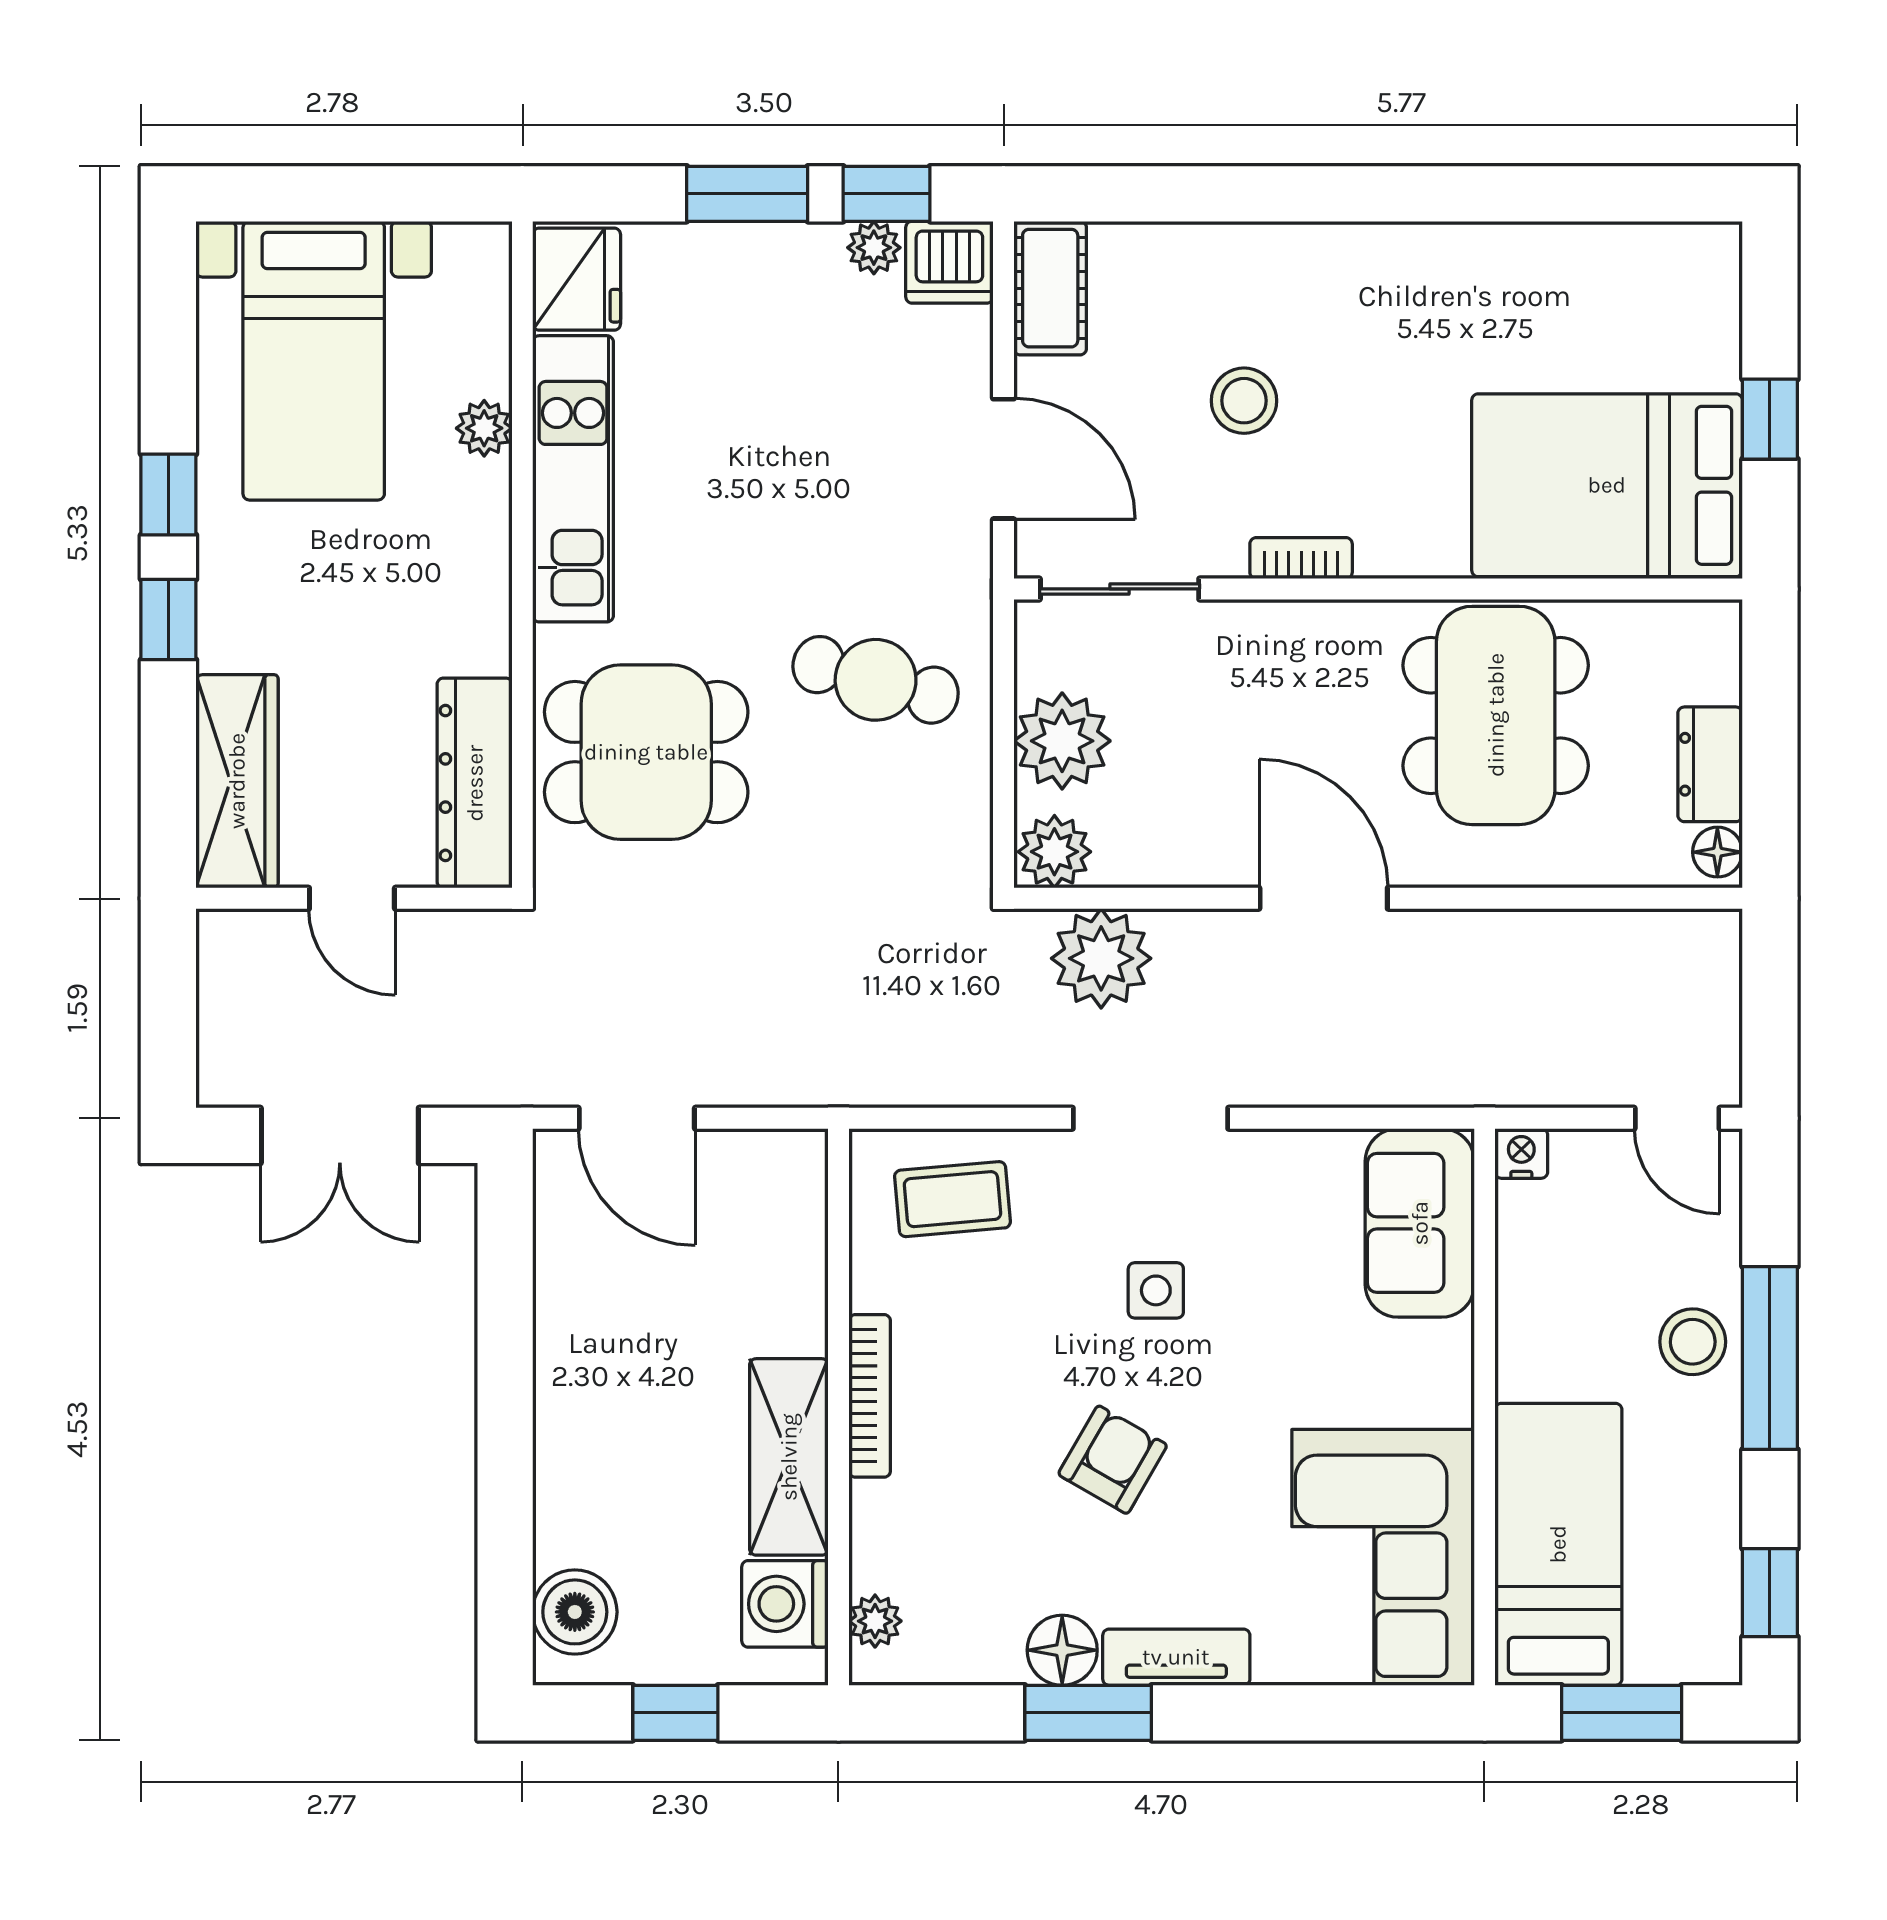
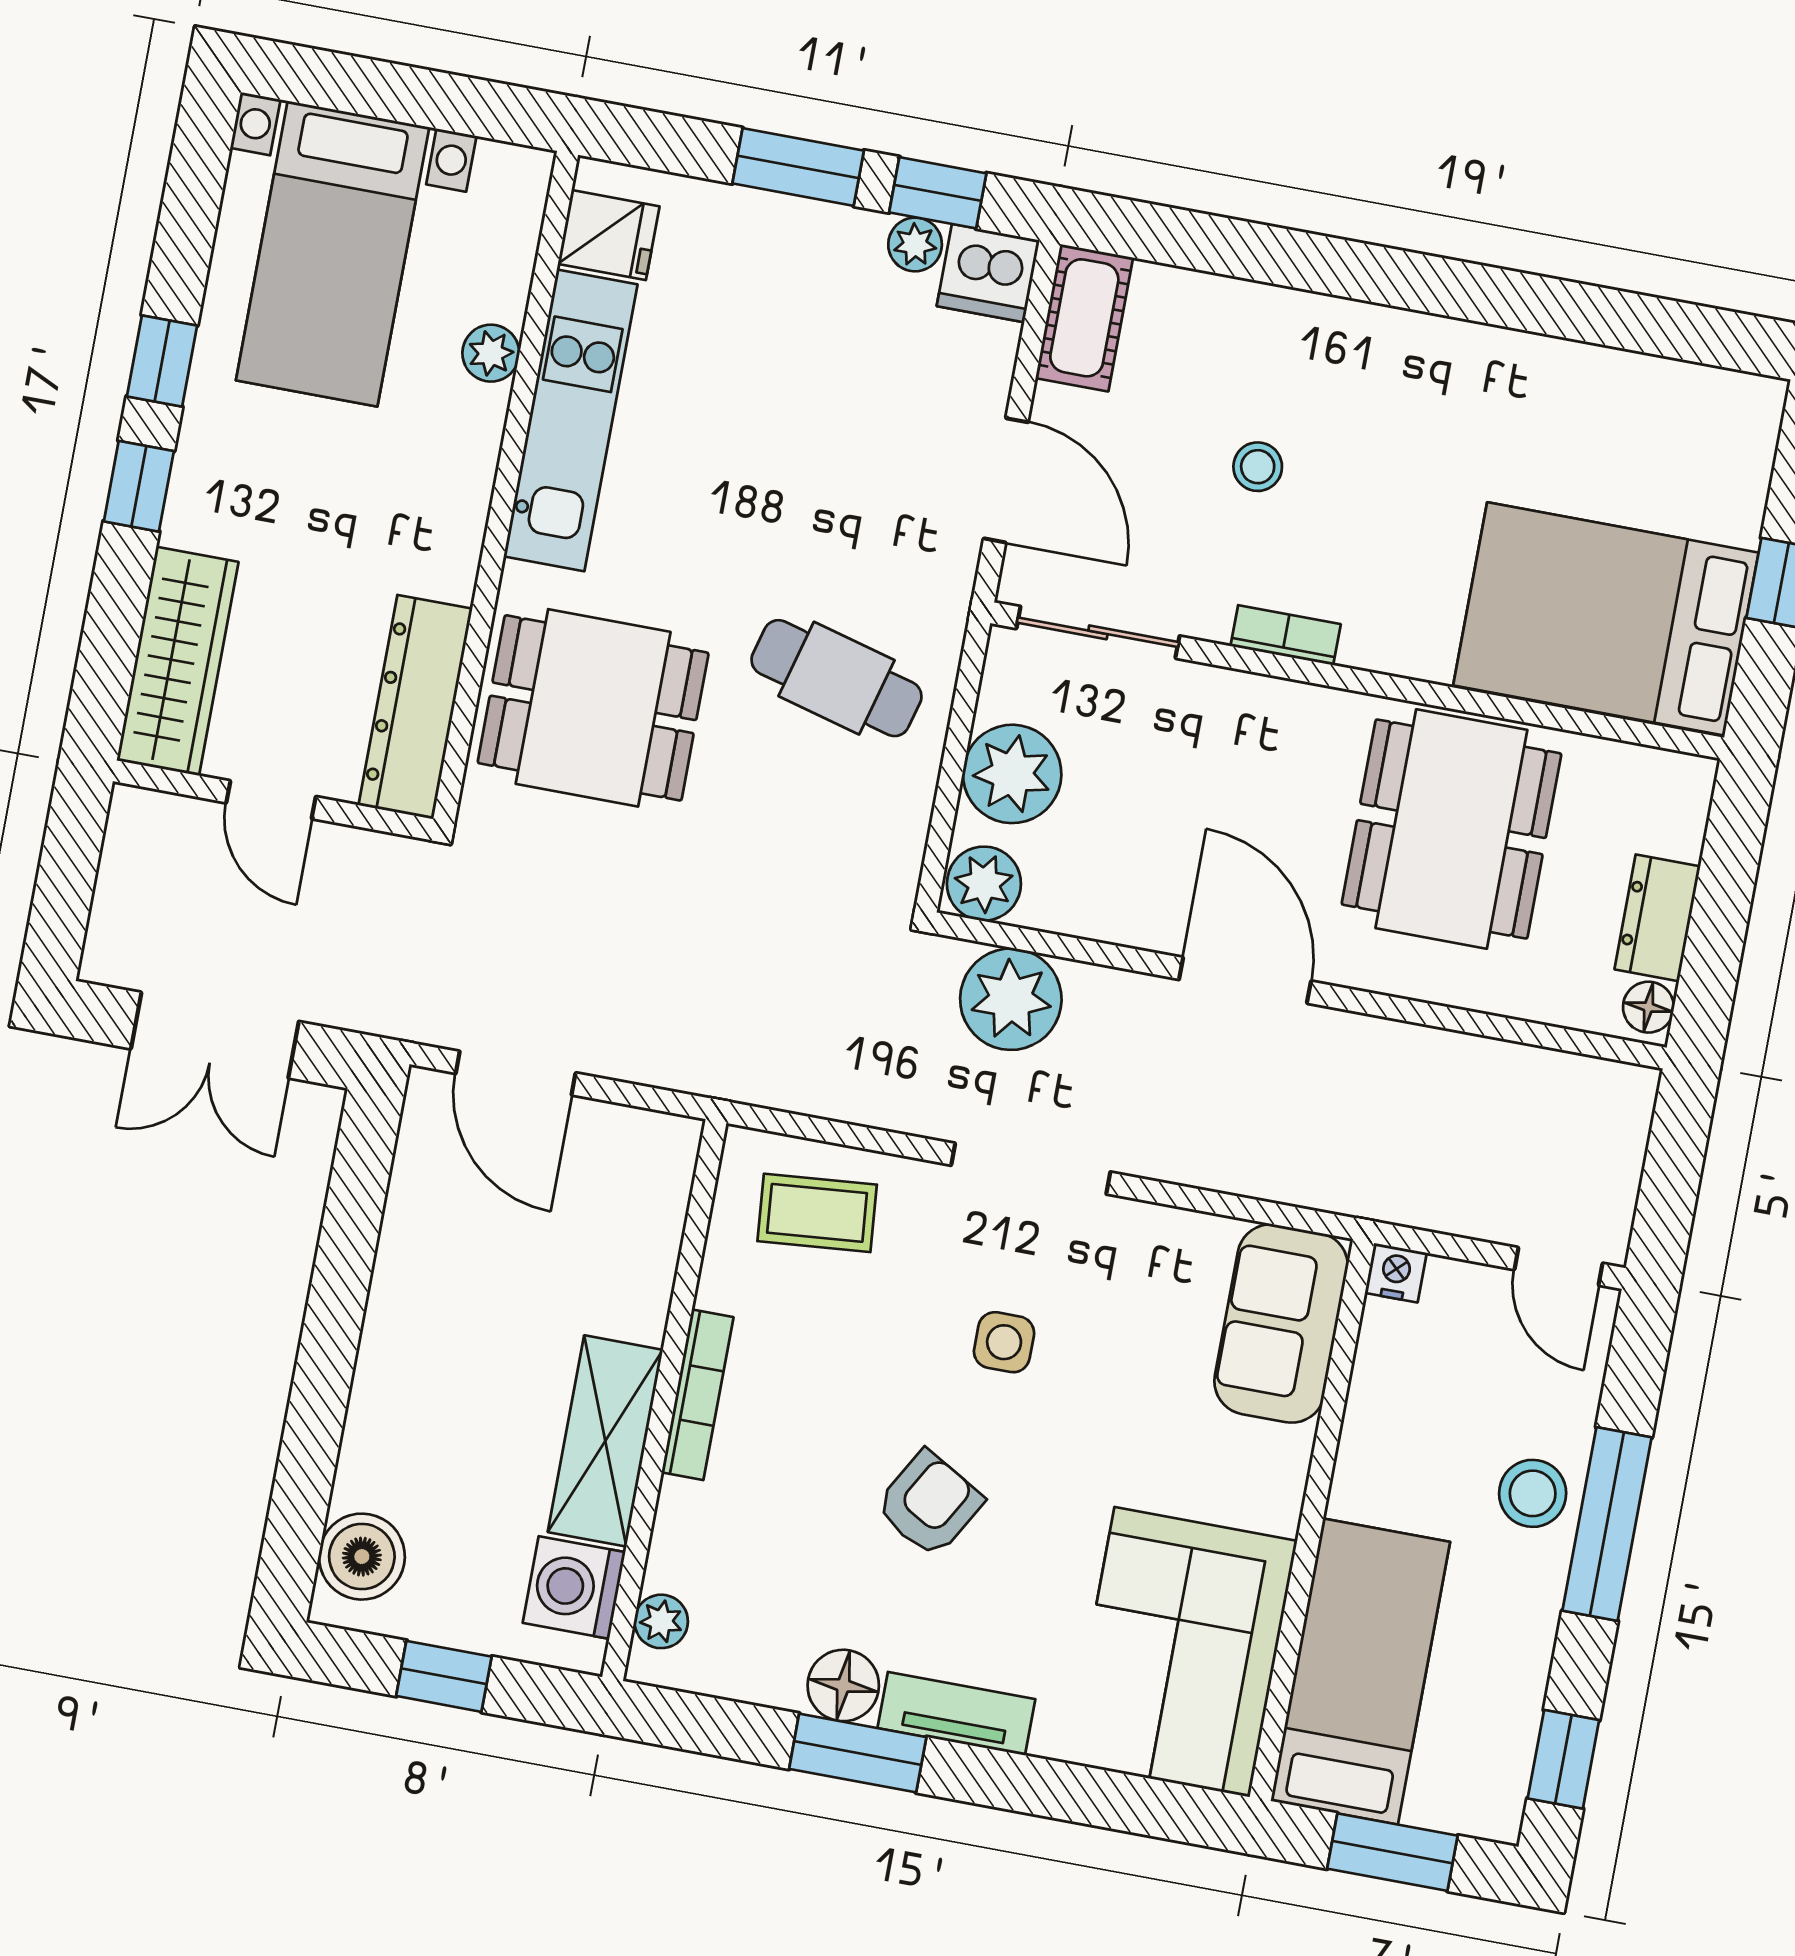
fridge: (577, 279) -> (609, 235), width x0.72
stool: (1244, 401) -> (1258, 467), width x0.73, depth x0.73

